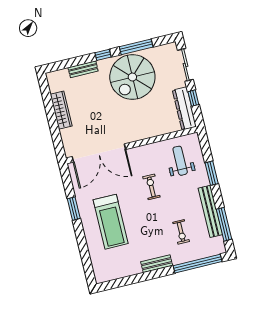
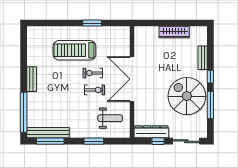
double door: (99, 153) -> (132, 79), moved
bench: (210, 211) -> (48, 133), moved
exercise bike: (181, 232) -> (93, 73), moved

